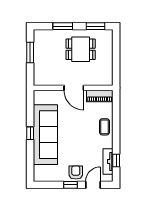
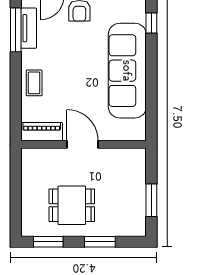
window: (30, 133) -> (151, 23), moved
window: (116, 160) -> (16, 30), width x2.17

